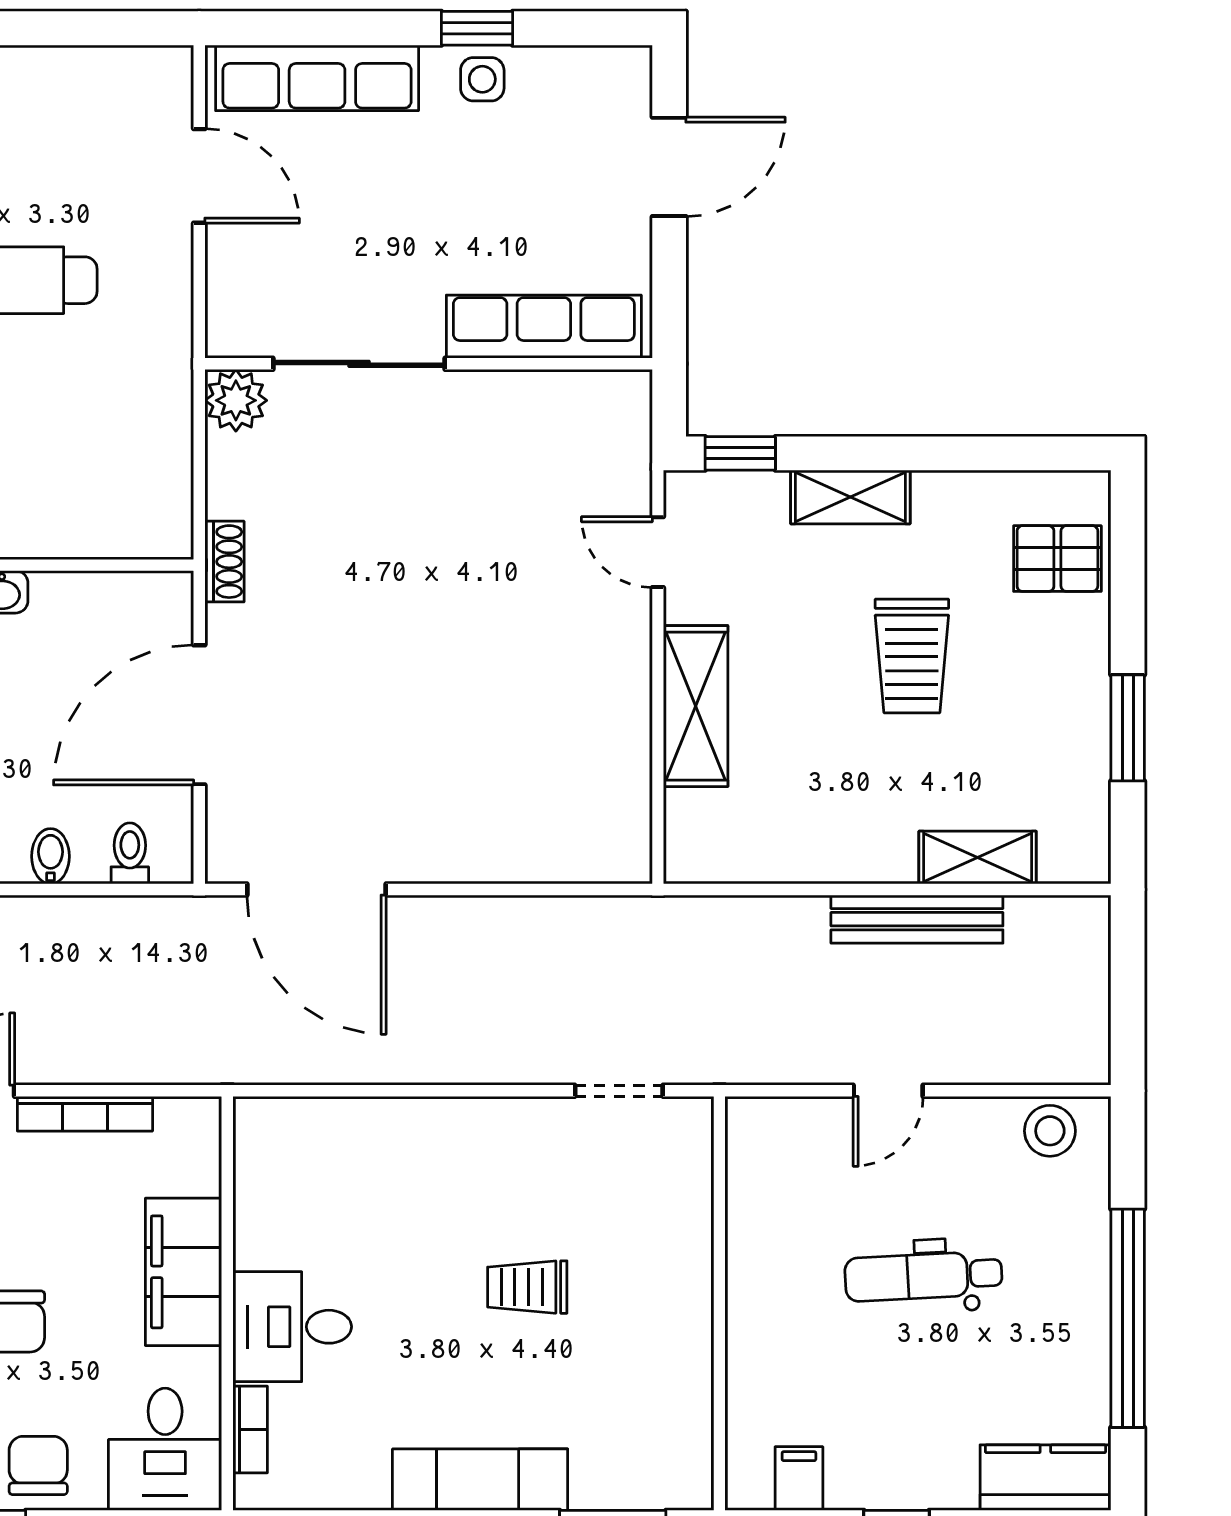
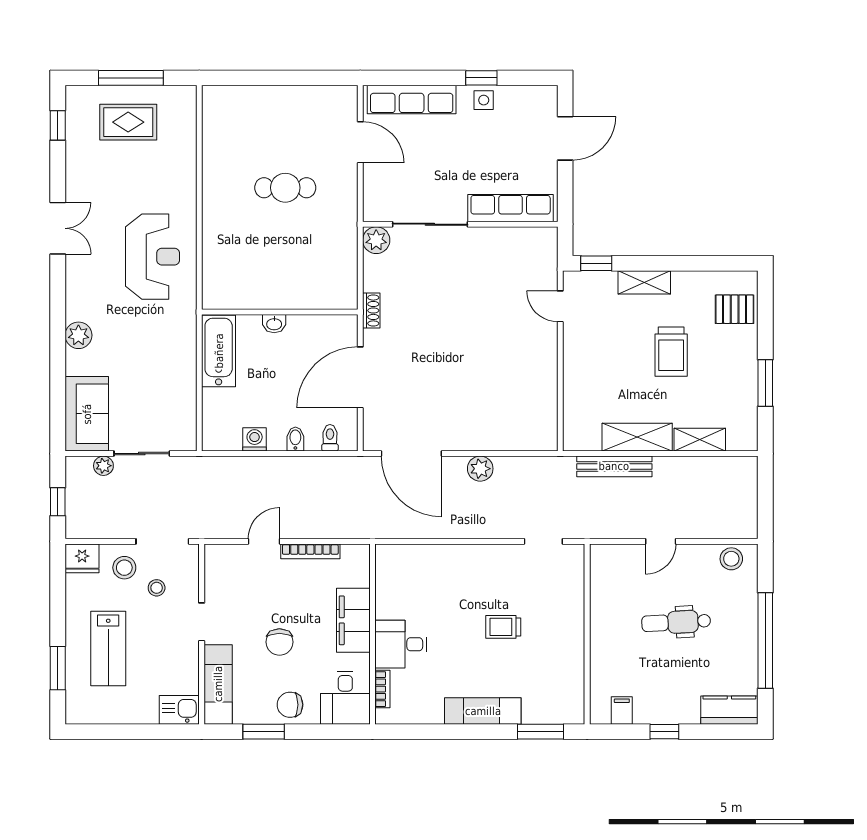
shelving: (696, 706) -> (637, 437), moved, turned 90
bench: (917, 919) -> (614, 466), moved
plant: (474, 924) -> (480, 469), added
chair: (38, 1465) -> (290, 705), turned -90

